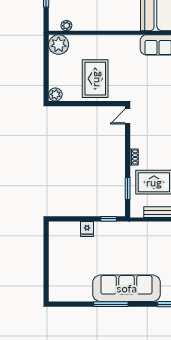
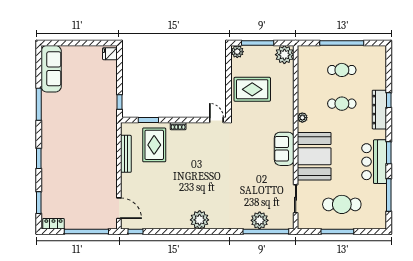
plant: (66, 26) -> (302, 118), moved
window: (46, 73) -> (258, 43), added
fridge: (87, 229) -> (110, 54), moved
sofa: (127, 288) -> (51, 69), moved, width x0.74, depth x0.79

